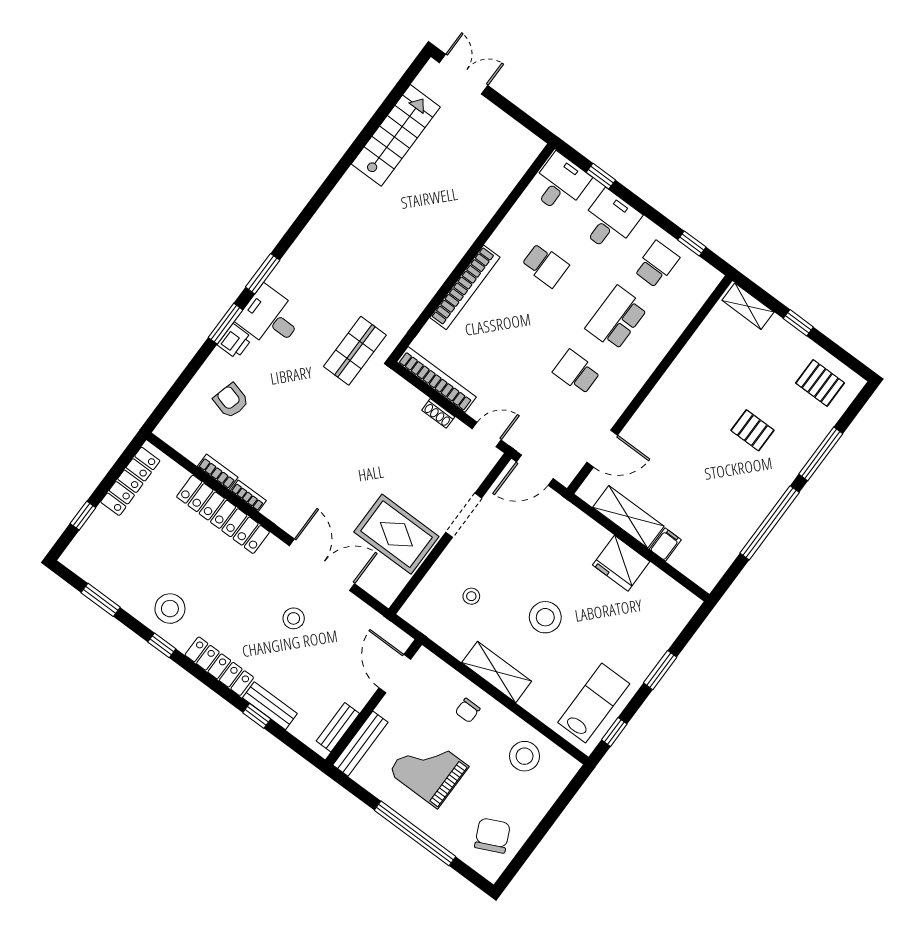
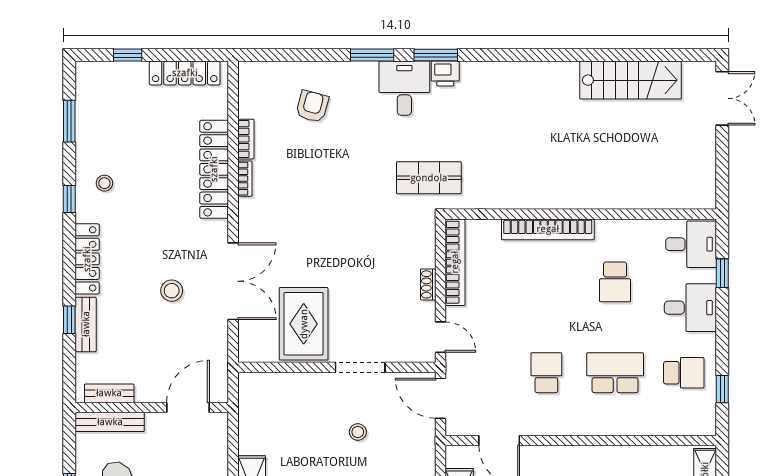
printer: (235, 341) -> (445, 74), moved
stool: (471, 596) -> (358, 432), moved
stool: (170, 609) -> (104, 183), width x0.53, depth x0.53

